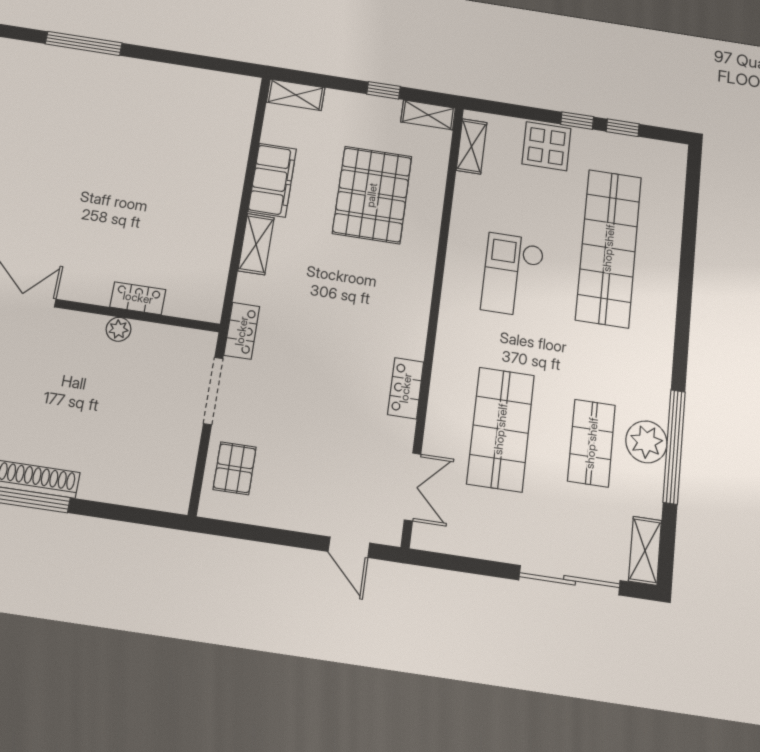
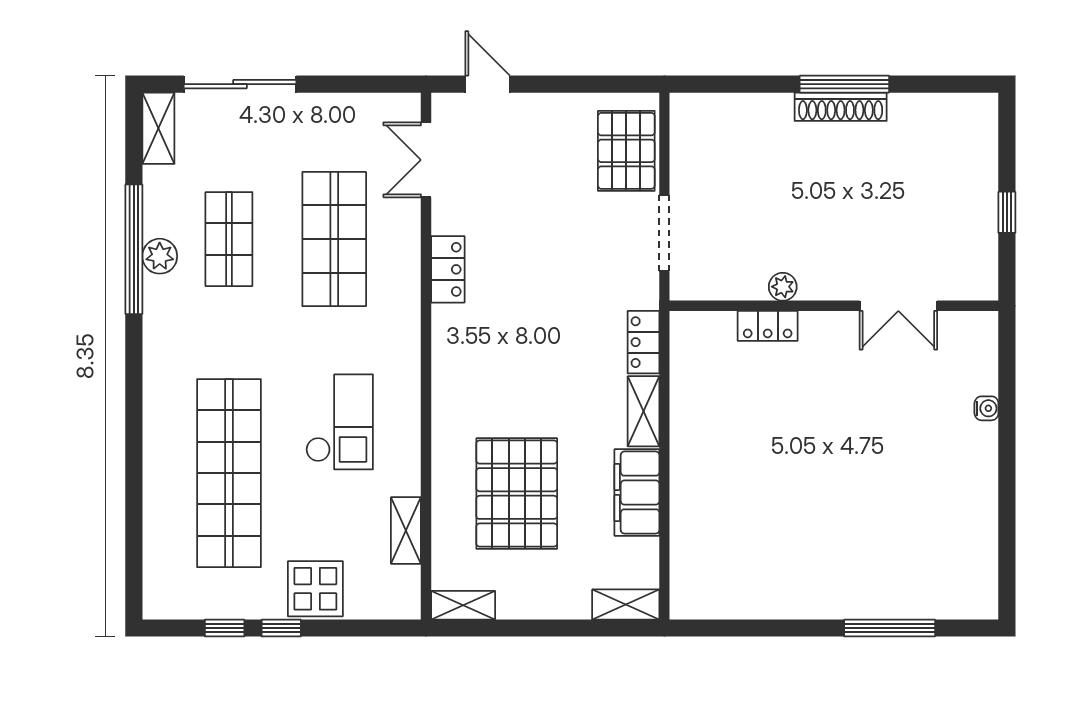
window: (384, 90) -> (521, 628), removed
shelving: (472, 146) -> (406, 531), moved
locker: (242, 331) -> (644, 342), moved
plant: (646, 442) -> (160, 256), width x0.73, depth x0.73
pallet: (235, 468) -> (626, 151), width x1.50, depth x1.42

